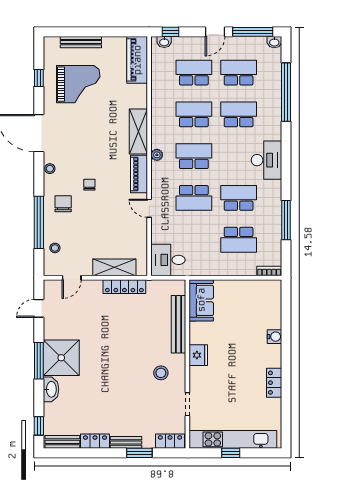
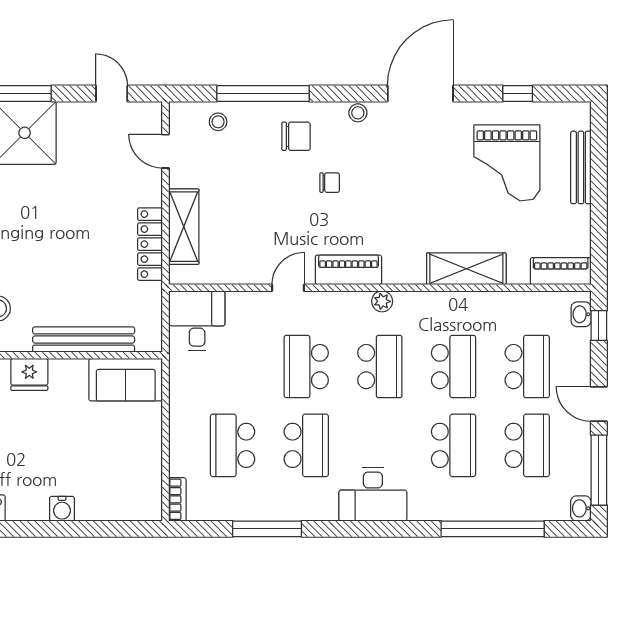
piano: (137, 60) -> (561, 271), width x0.73, depth x0.75
shelving: (138, 131) -> (466, 269), moved

